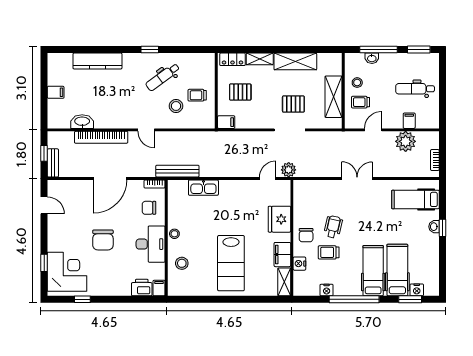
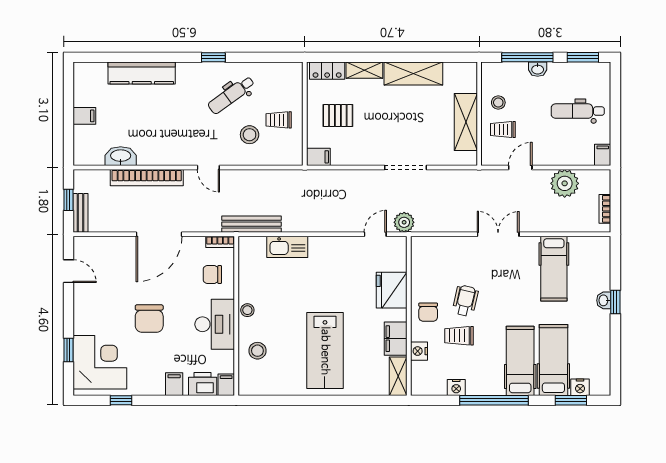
washbasin: (372, 58) -> (538, 69), moved
pallet: (293, 104) -> (411, 132), removed
filing cabinet: (409, 121) -> (603, 155), moved
hospital bed: (415, 199) -> (554, 269), moved, turned -90
filing cabinet: (121, 288) -> (174, 384), added

